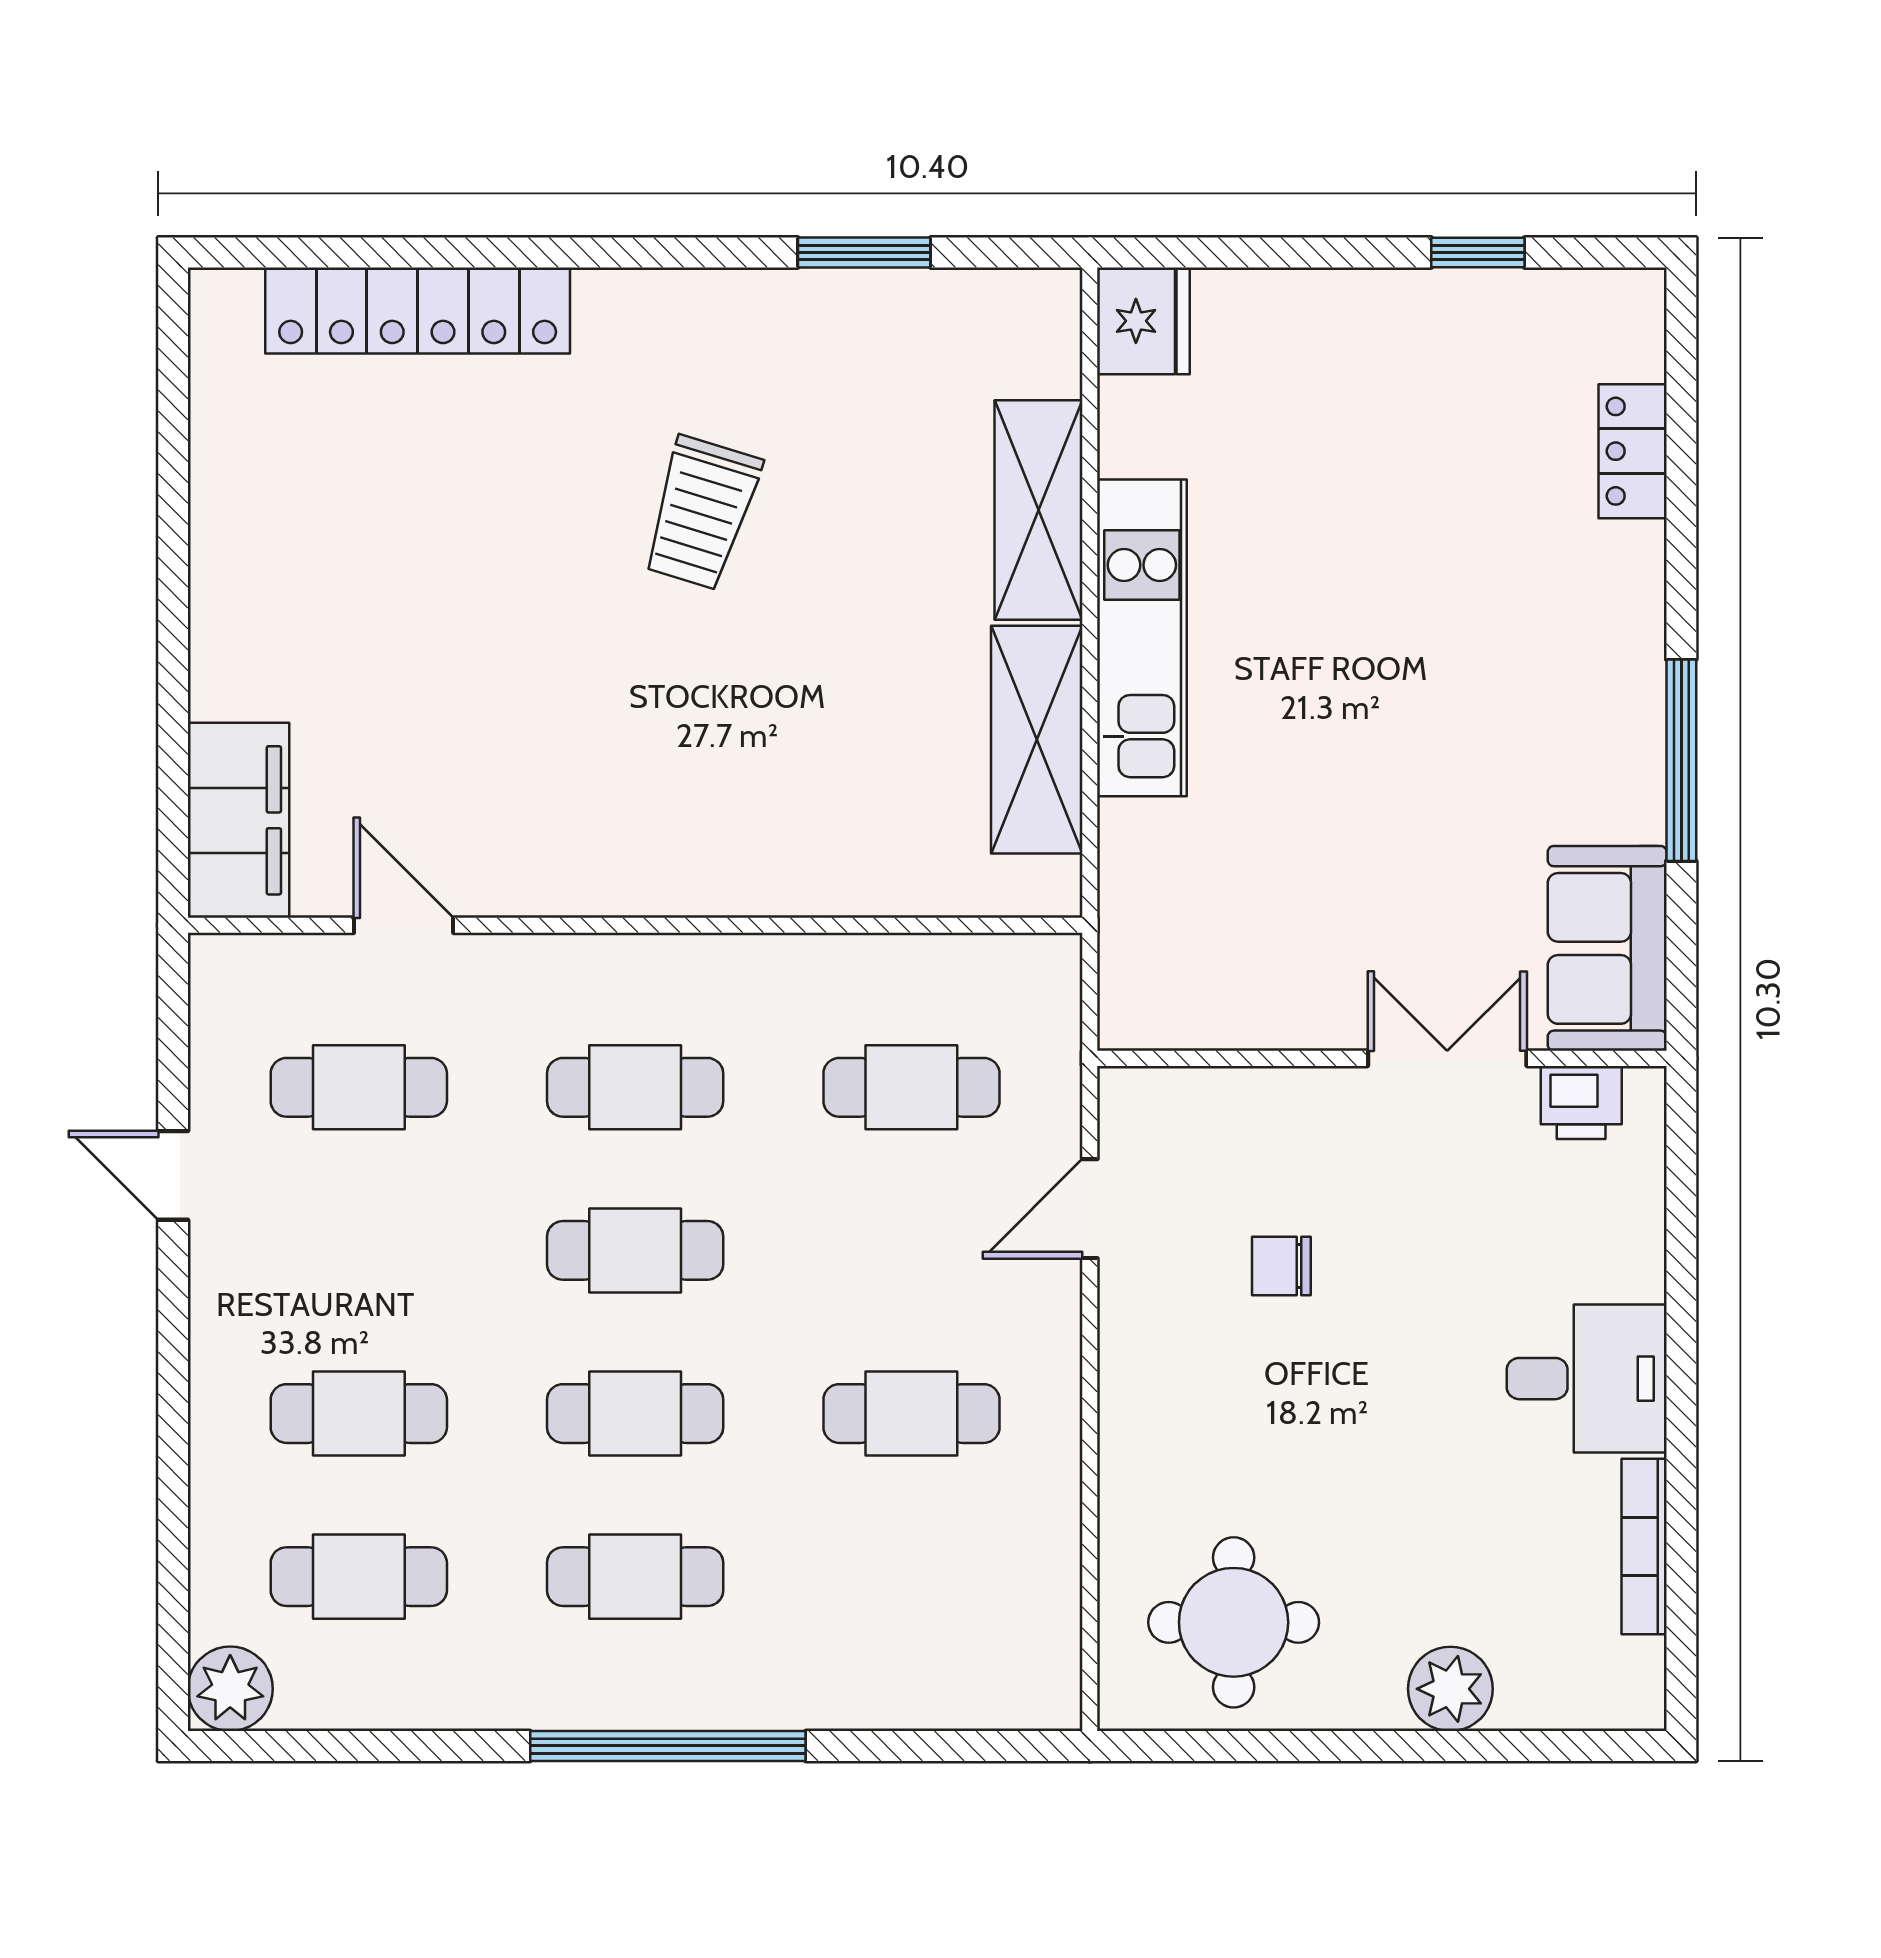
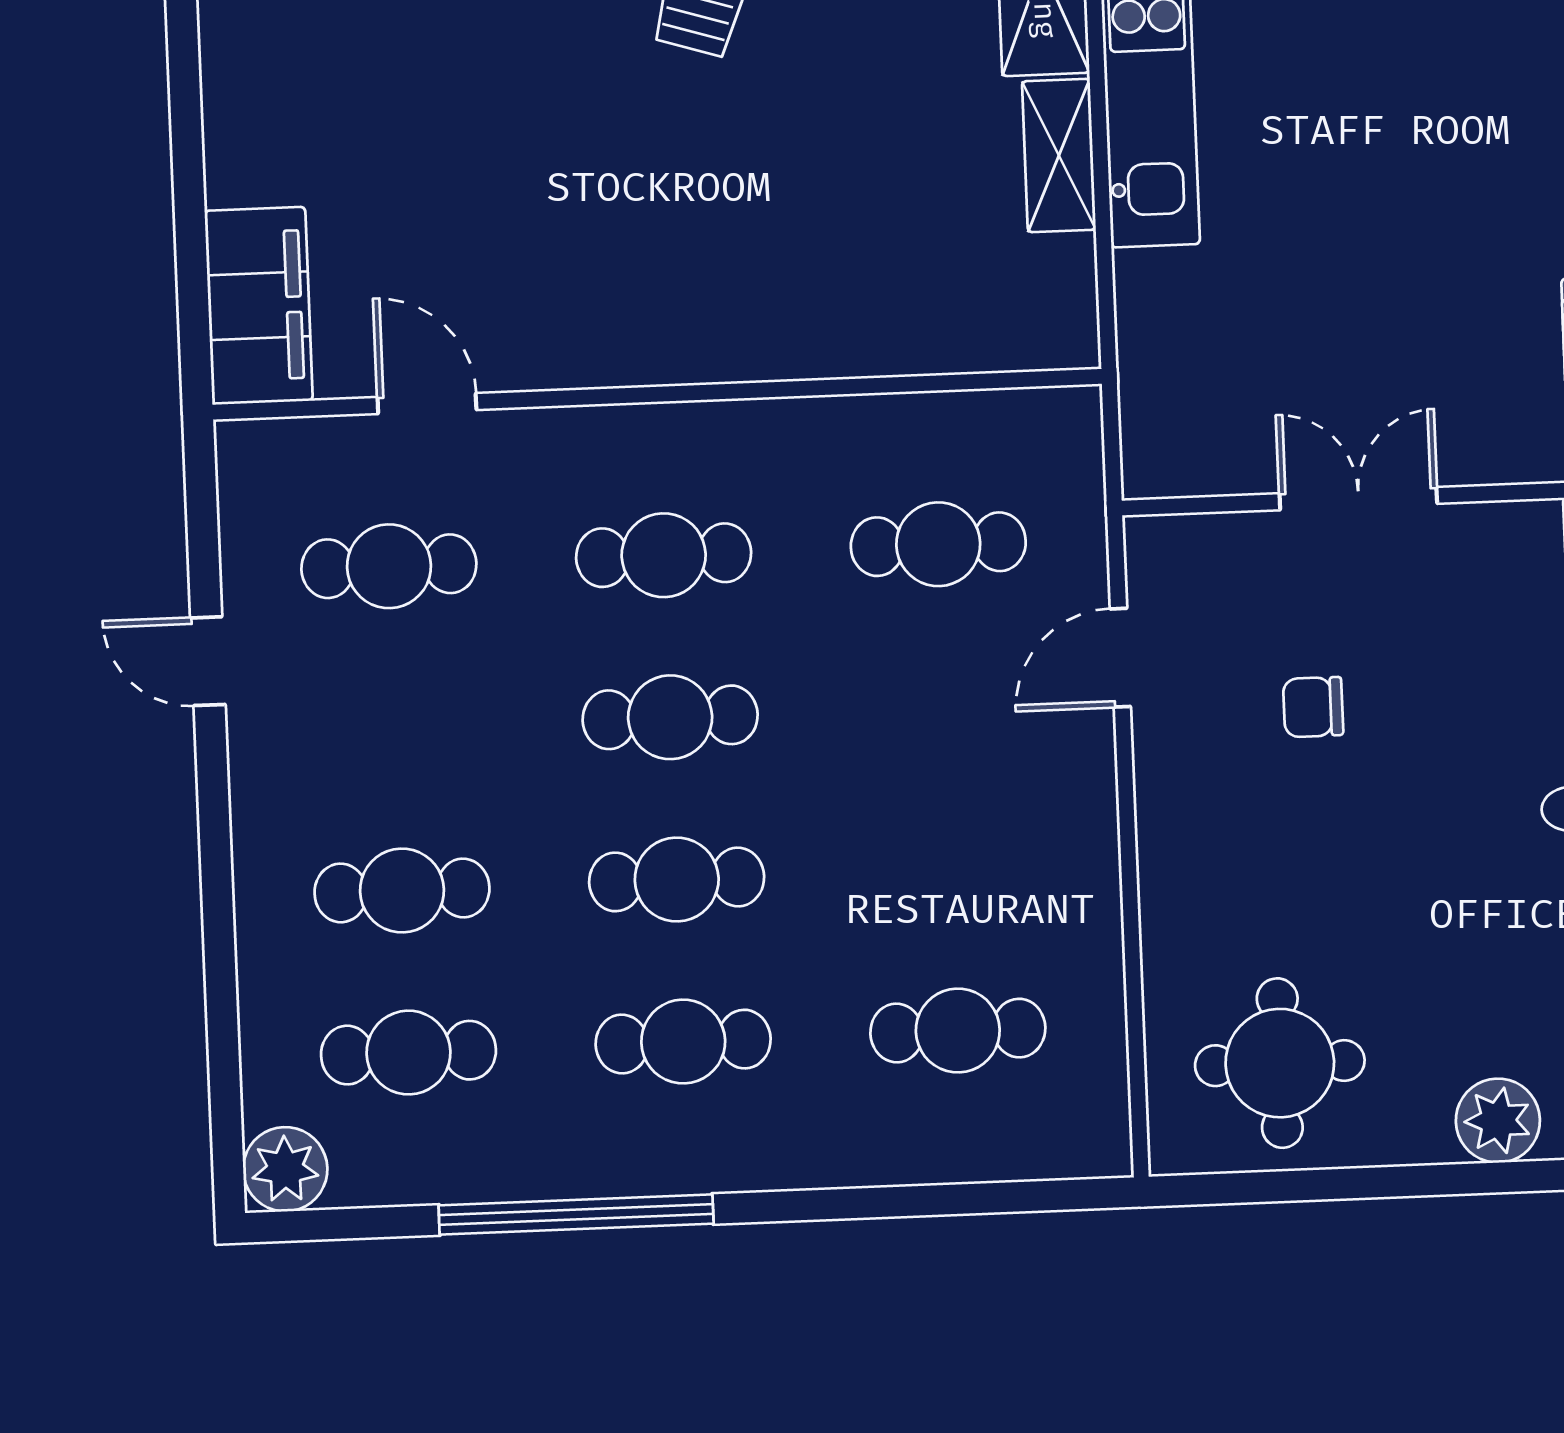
shelving: (1037, 740) -> (1059, 155), width x0.67, depth x0.75
double door: (1447, 1058) -> (1358, 499), moved
cafe table: (911, 1414) -> (958, 1031), moved
window: (668, 1746) -> (576, 1214), moved

